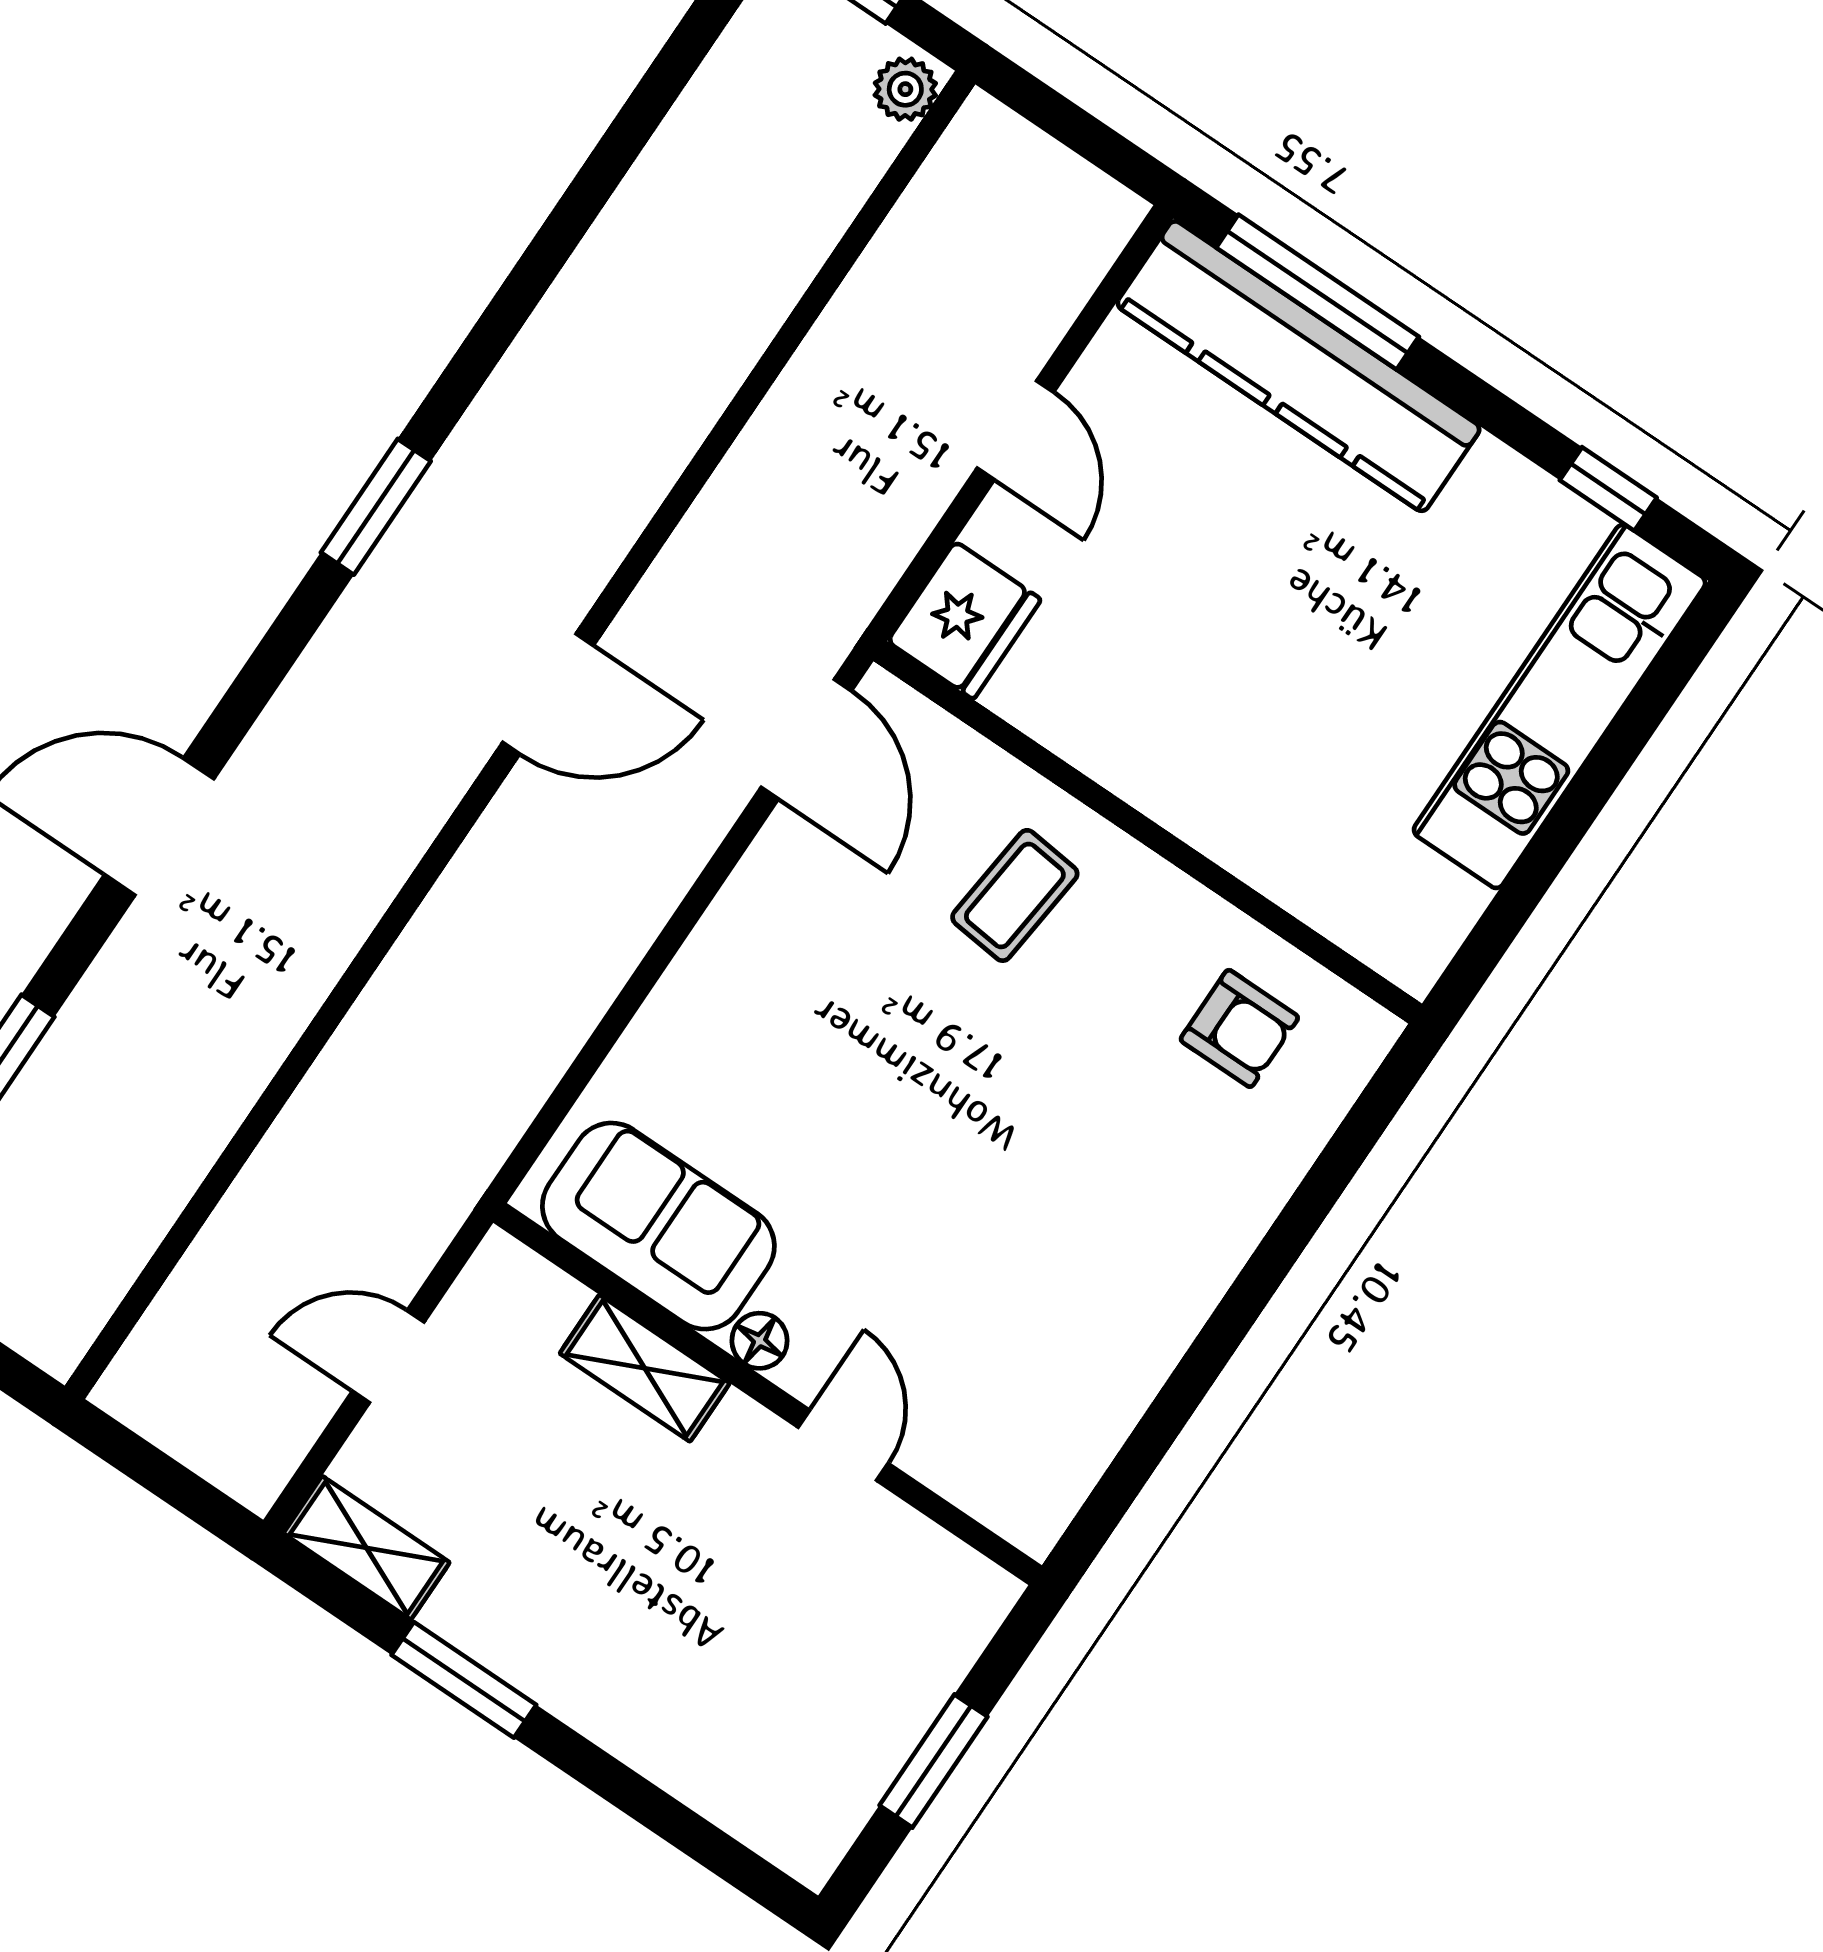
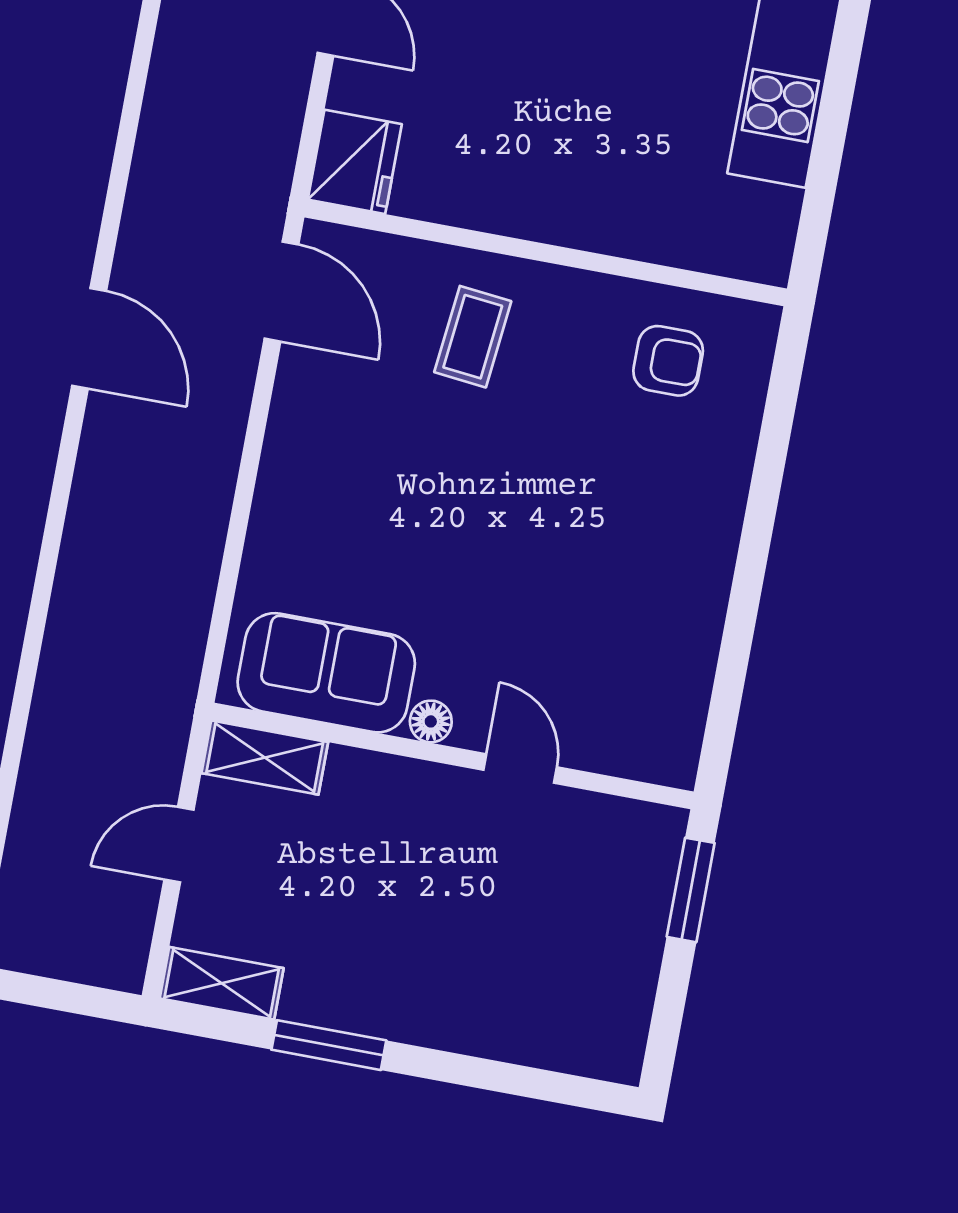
door: (548, 694) -> (89, 338), hinge flipped
shelving: (645, 1368) -> (265, 758), moved
window: (933, 1761) -> (691, 890), moved

